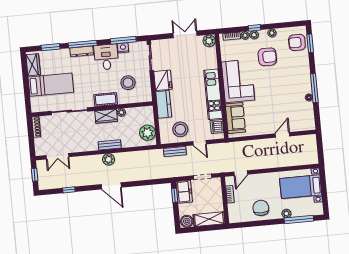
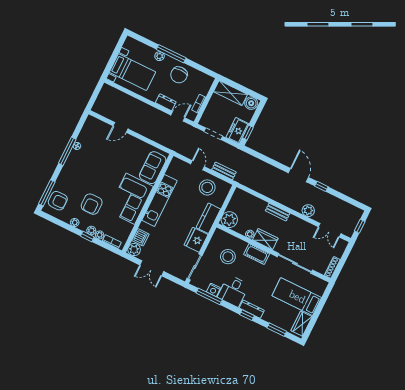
window: (310, 43) -> (47, 193), width x1.44
window: (83, 44) -> (247, 315), width x0.46
armchair: (267, 57) -> (92, 204), turned -90
dishwasher: (217, 126) -> (140, 237), moved
plant: (147, 133) -> (229, 220), moved
double door: (57, 156) -> (330, 230), swing flipped
plant: (109, 159) -> (308, 211), moved
dresser: (258, 179) -> (166, 102), added
window: (69, 190) -> (321, 186), moved
window: (299, 219) -> (171, 54), moved

